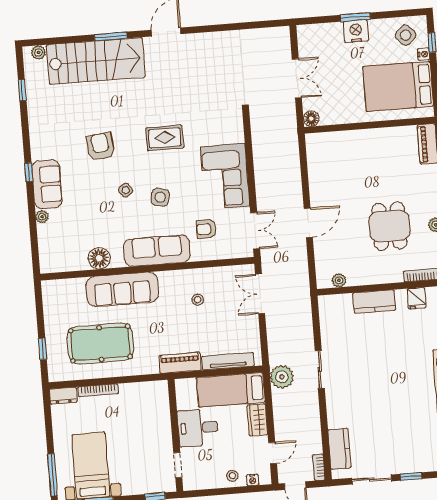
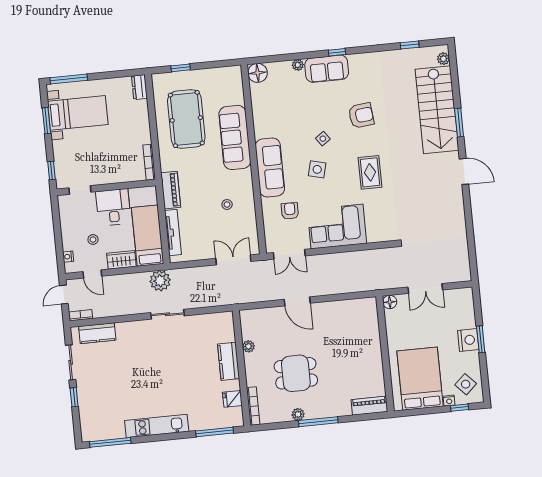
floor lamp: (99, 258) -> (258, 73), moved
plant: (339, 280) -> (248, 346), moved
bookcase: (98, 390) -> (149, 162), moved
stool: (232, 476) -> (93, 240), moved

